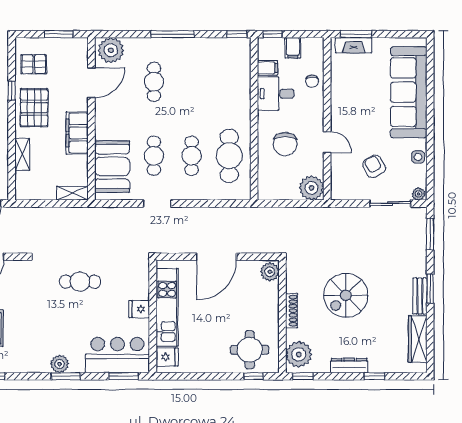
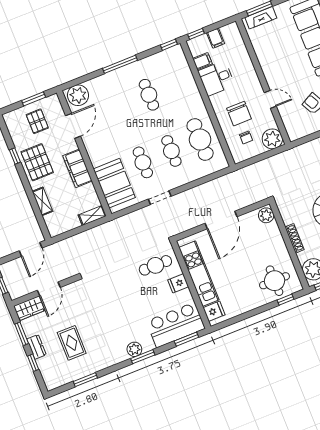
pallet: (34, 64) -> (37, 121), moved, turned 90
chair: (312, 81) -> (246, 138), moved
cafe table: (154, 82) -> (149, 95), moved
cafe table: (80, 282) -> (155, 265), moved

